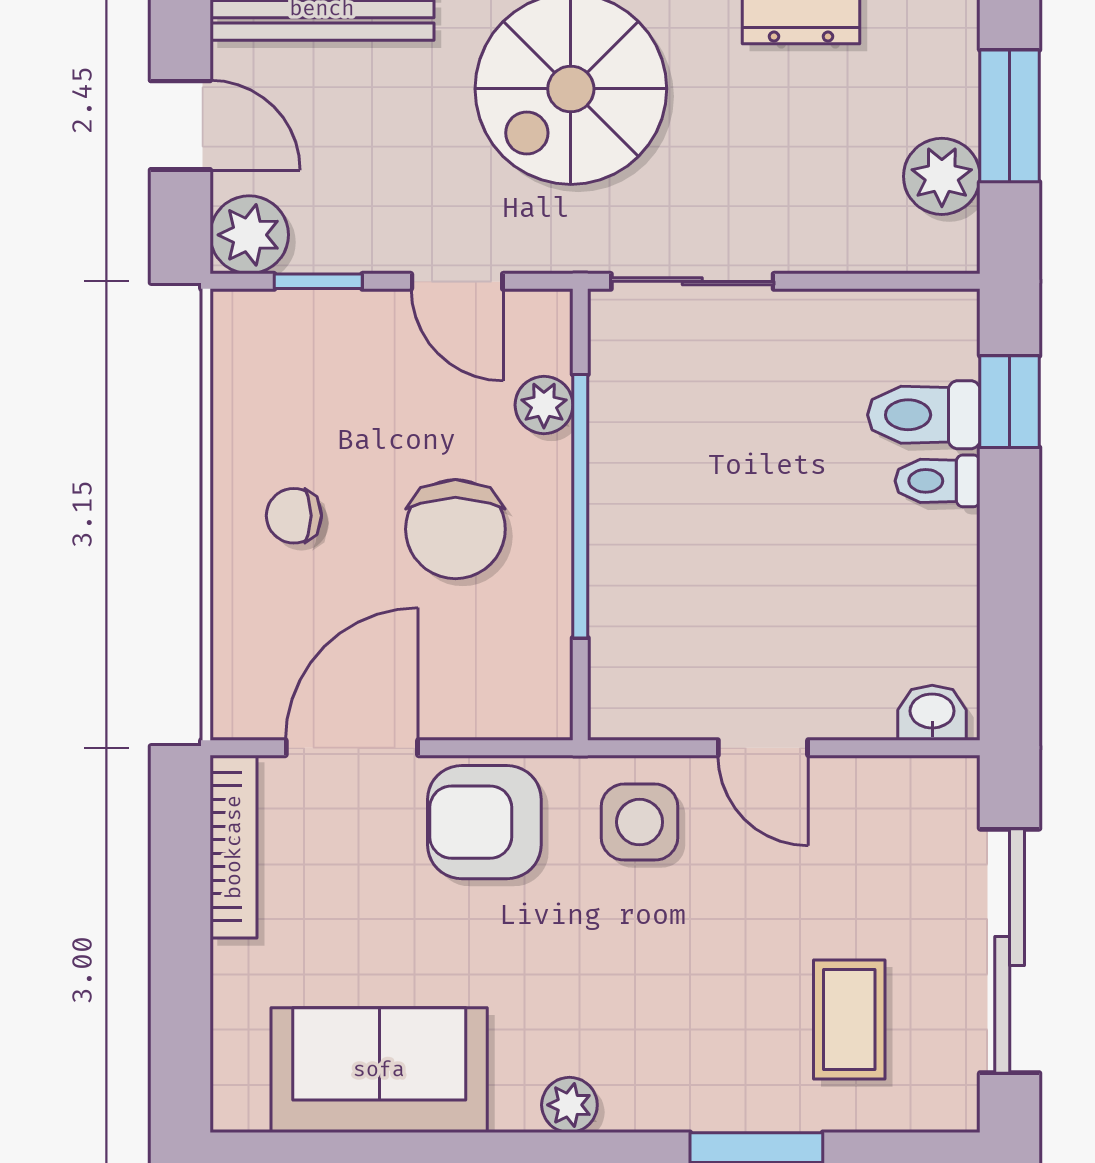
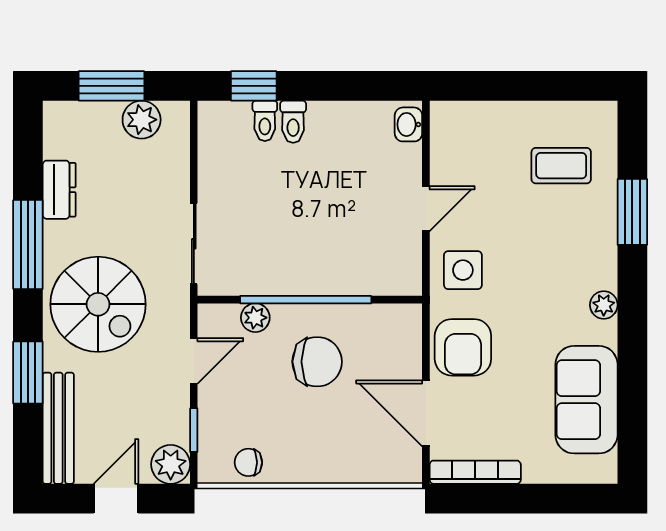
toilet: (924, 415) -> (265, 121), width x0.73, depth x0.72
chair: (294, 516) -> (248, 462), moved, turned 90
sliding door: (1010, 951) -> (527, 86), removed

